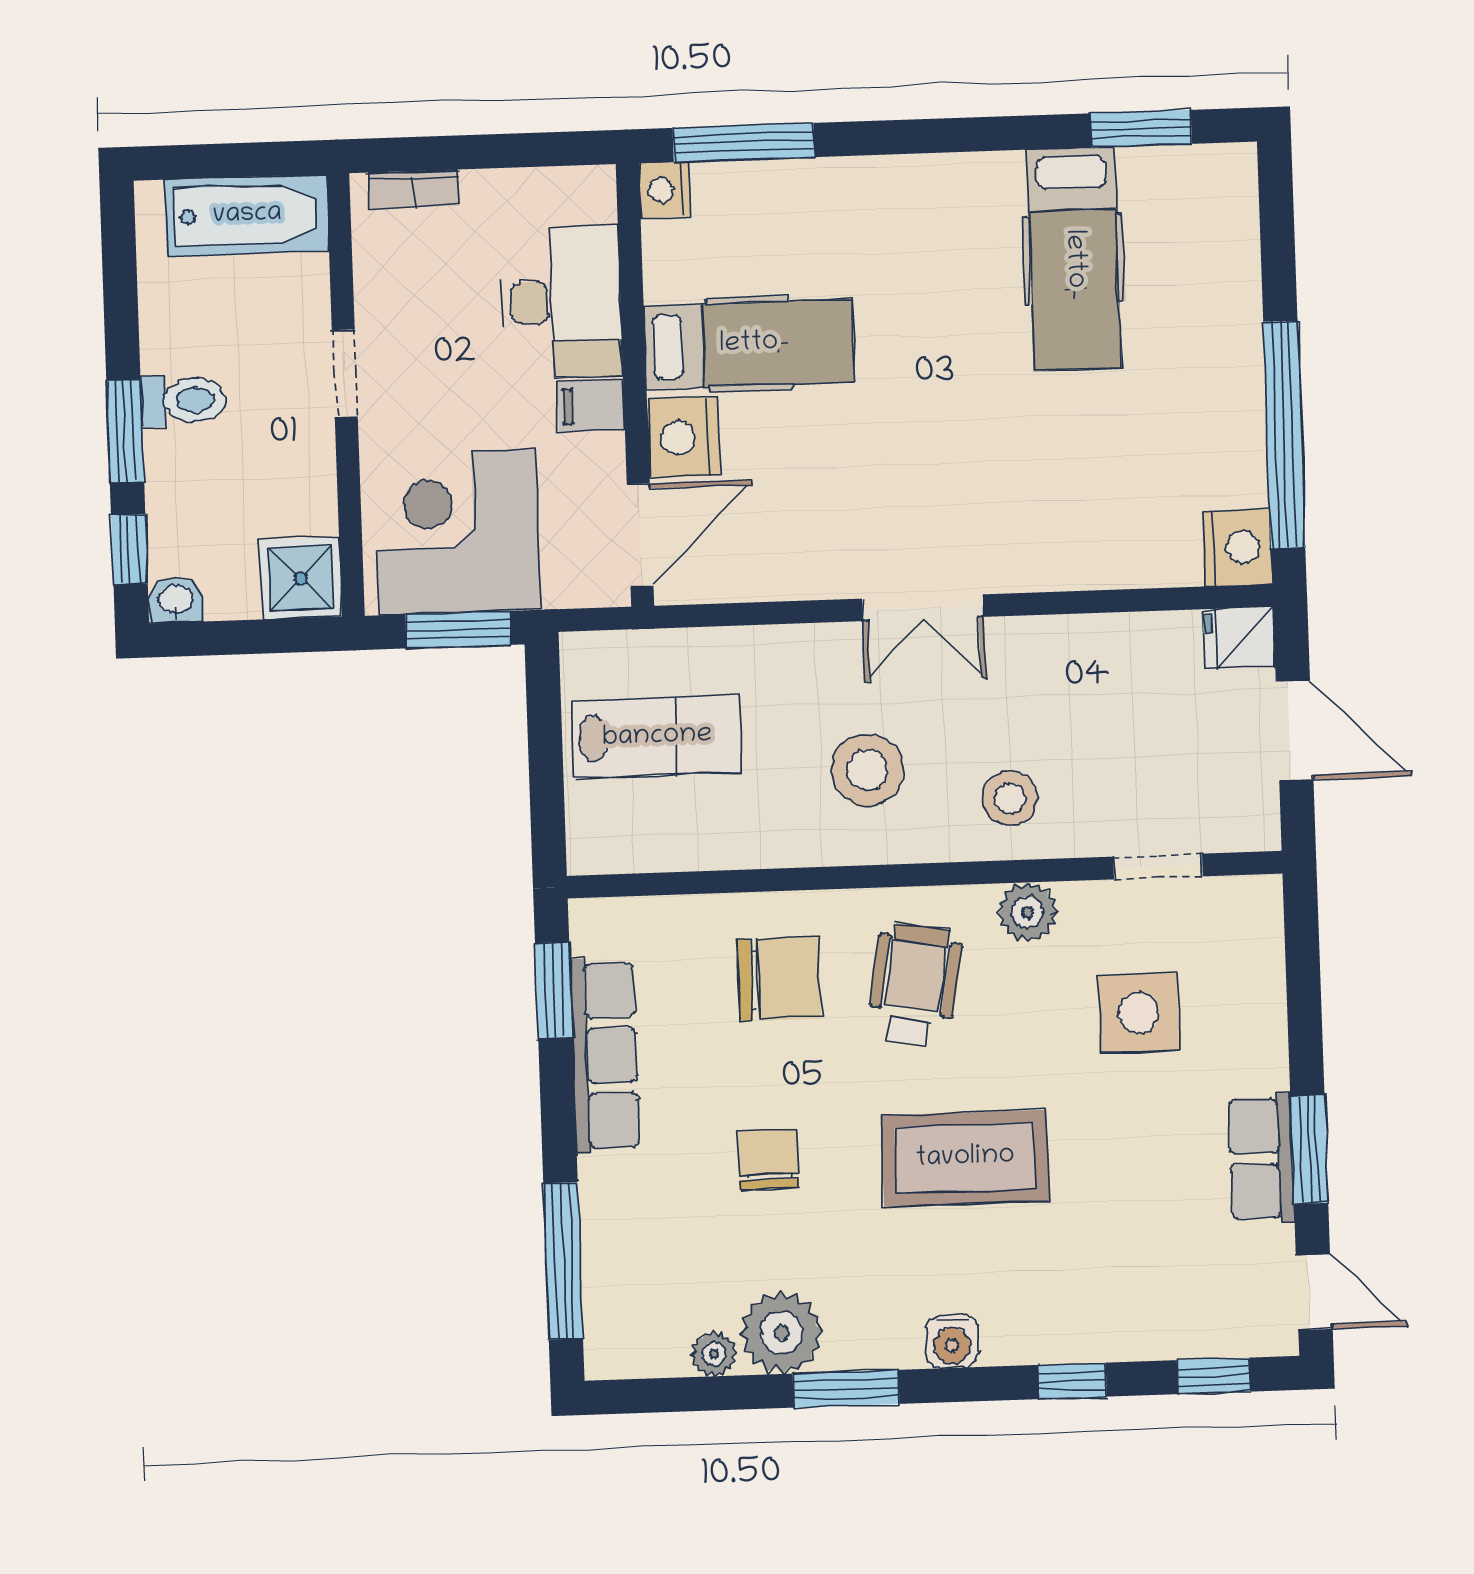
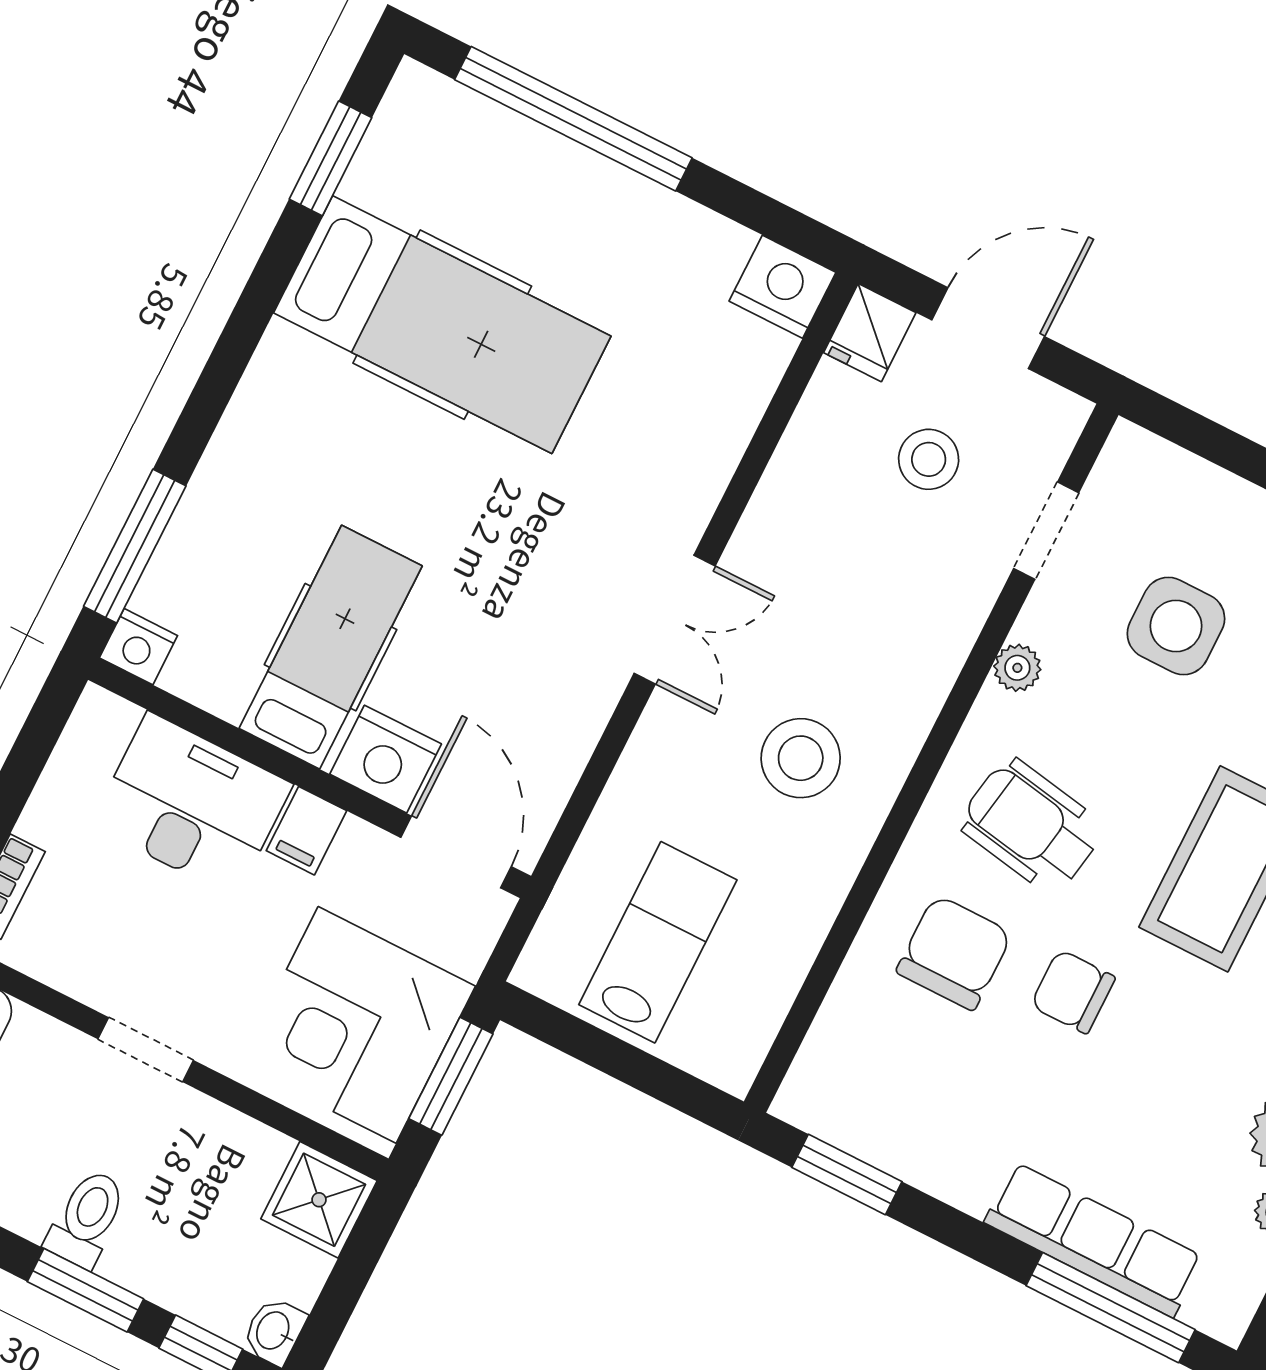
hospital bed: (1074, 259) -> (442, 325), width x1.37, depth x1.29
window: (1284, 435) -> (573, 119), moved
stool: (1010, 798) -> (929, 459), moved
plant: (1027, 912) -> (1017, 668), width x0.73, depth x0.73
row of seats: (605, 1056) -> (1094, 1240), moved
chair: (768, 1159) -> (1073, 992), moved

